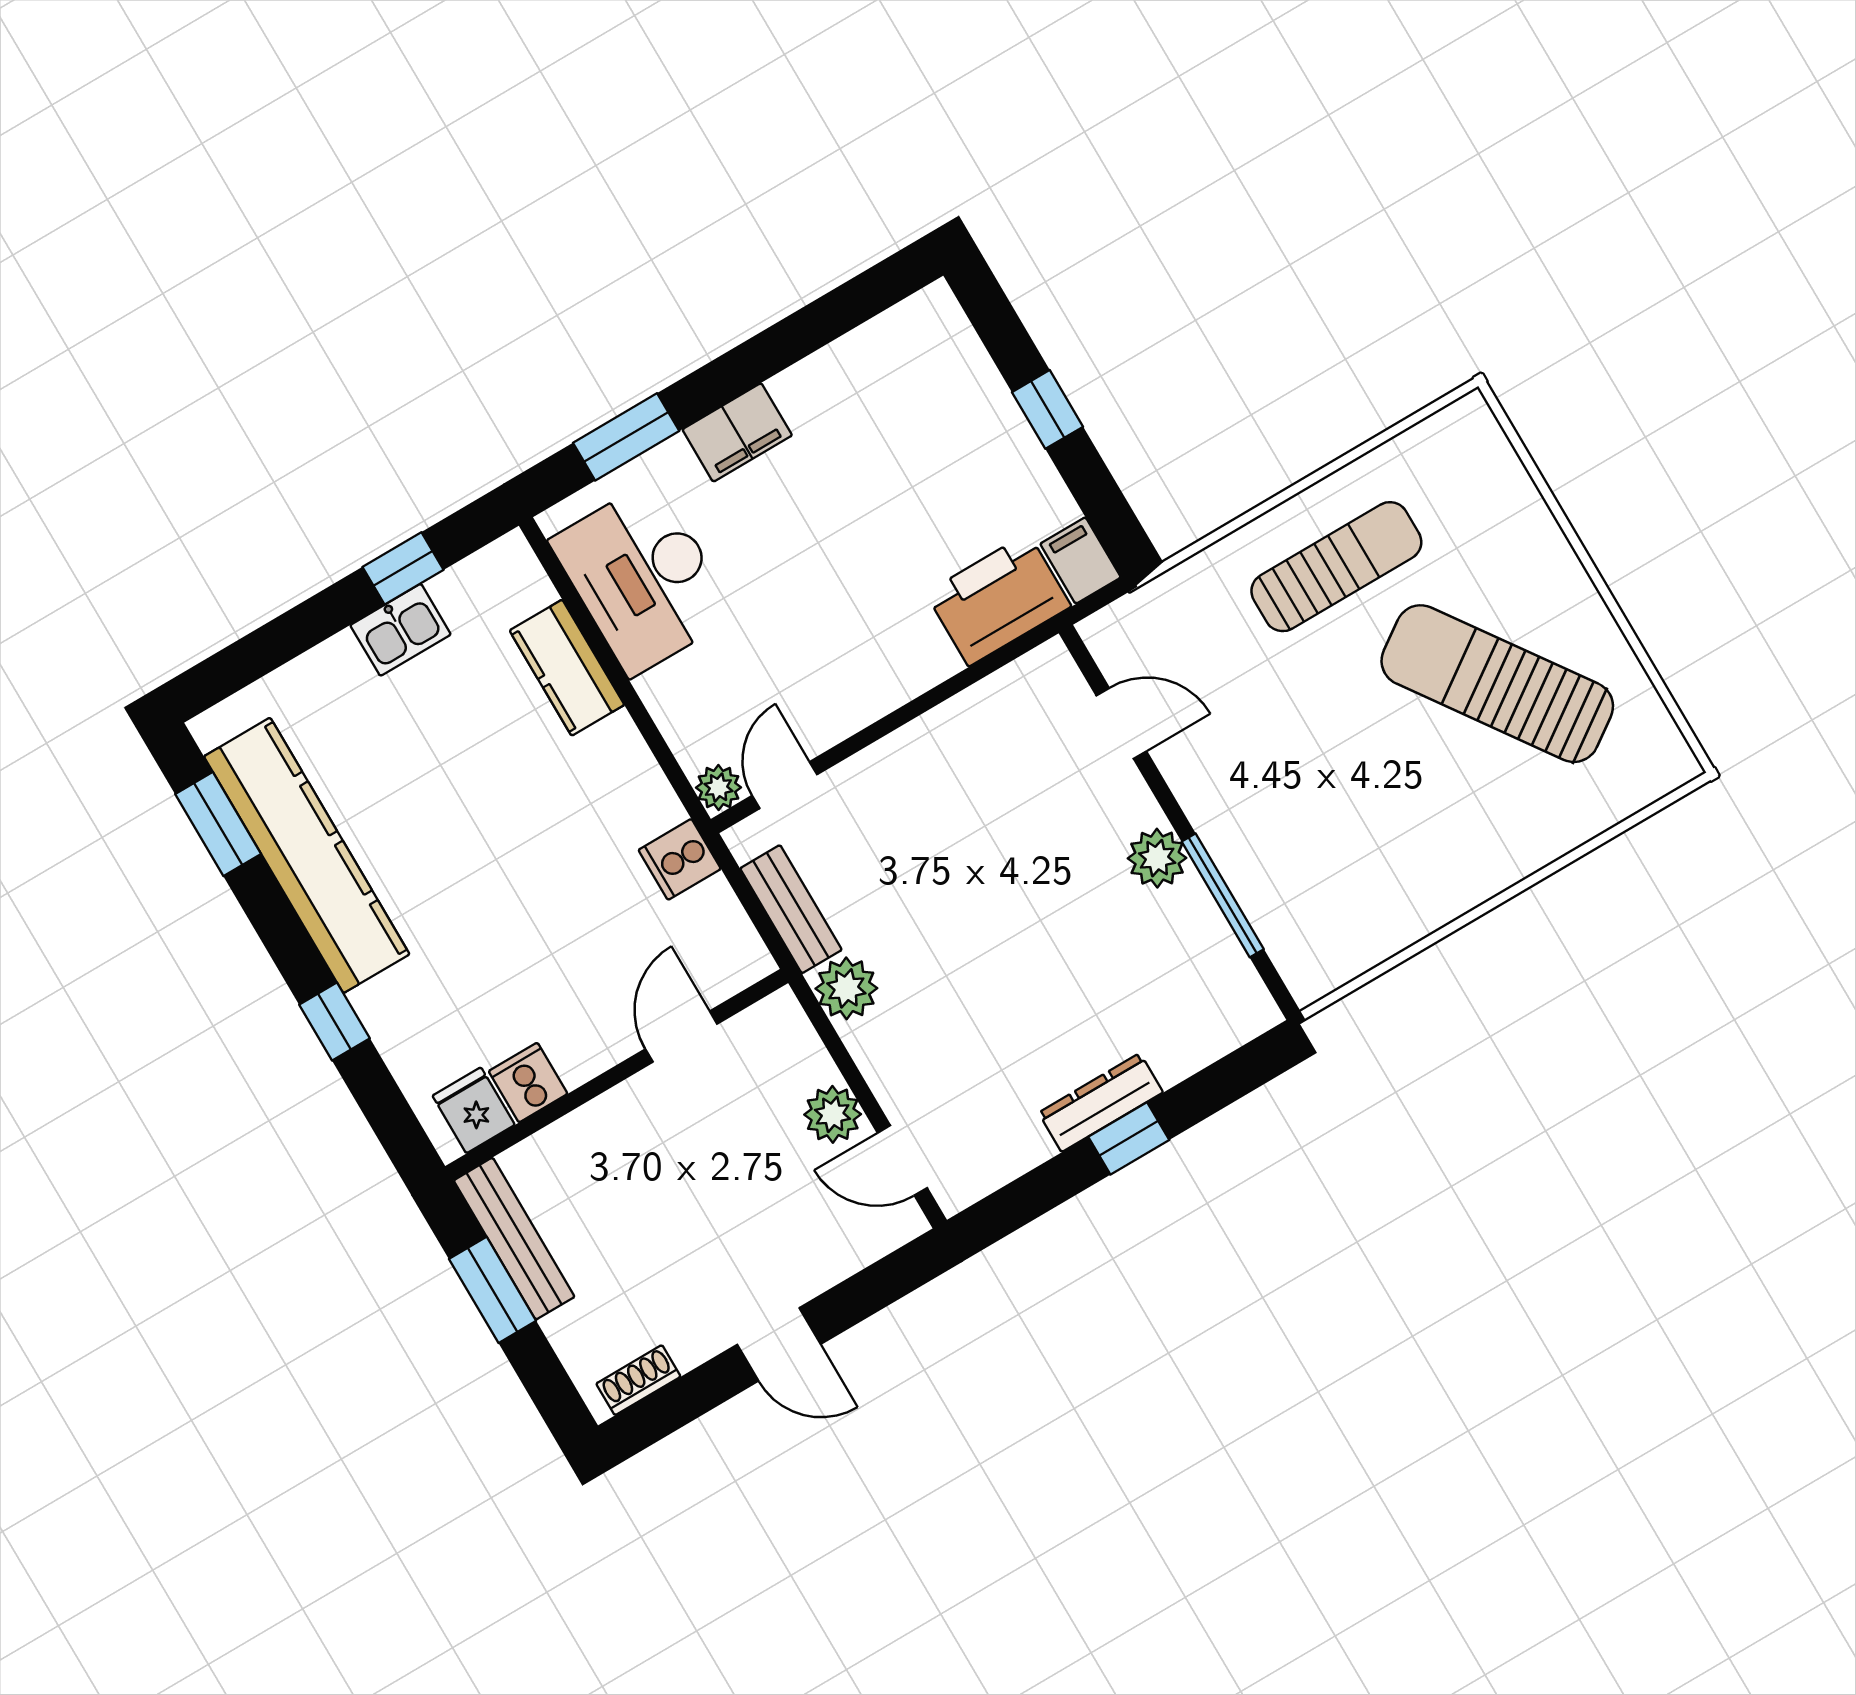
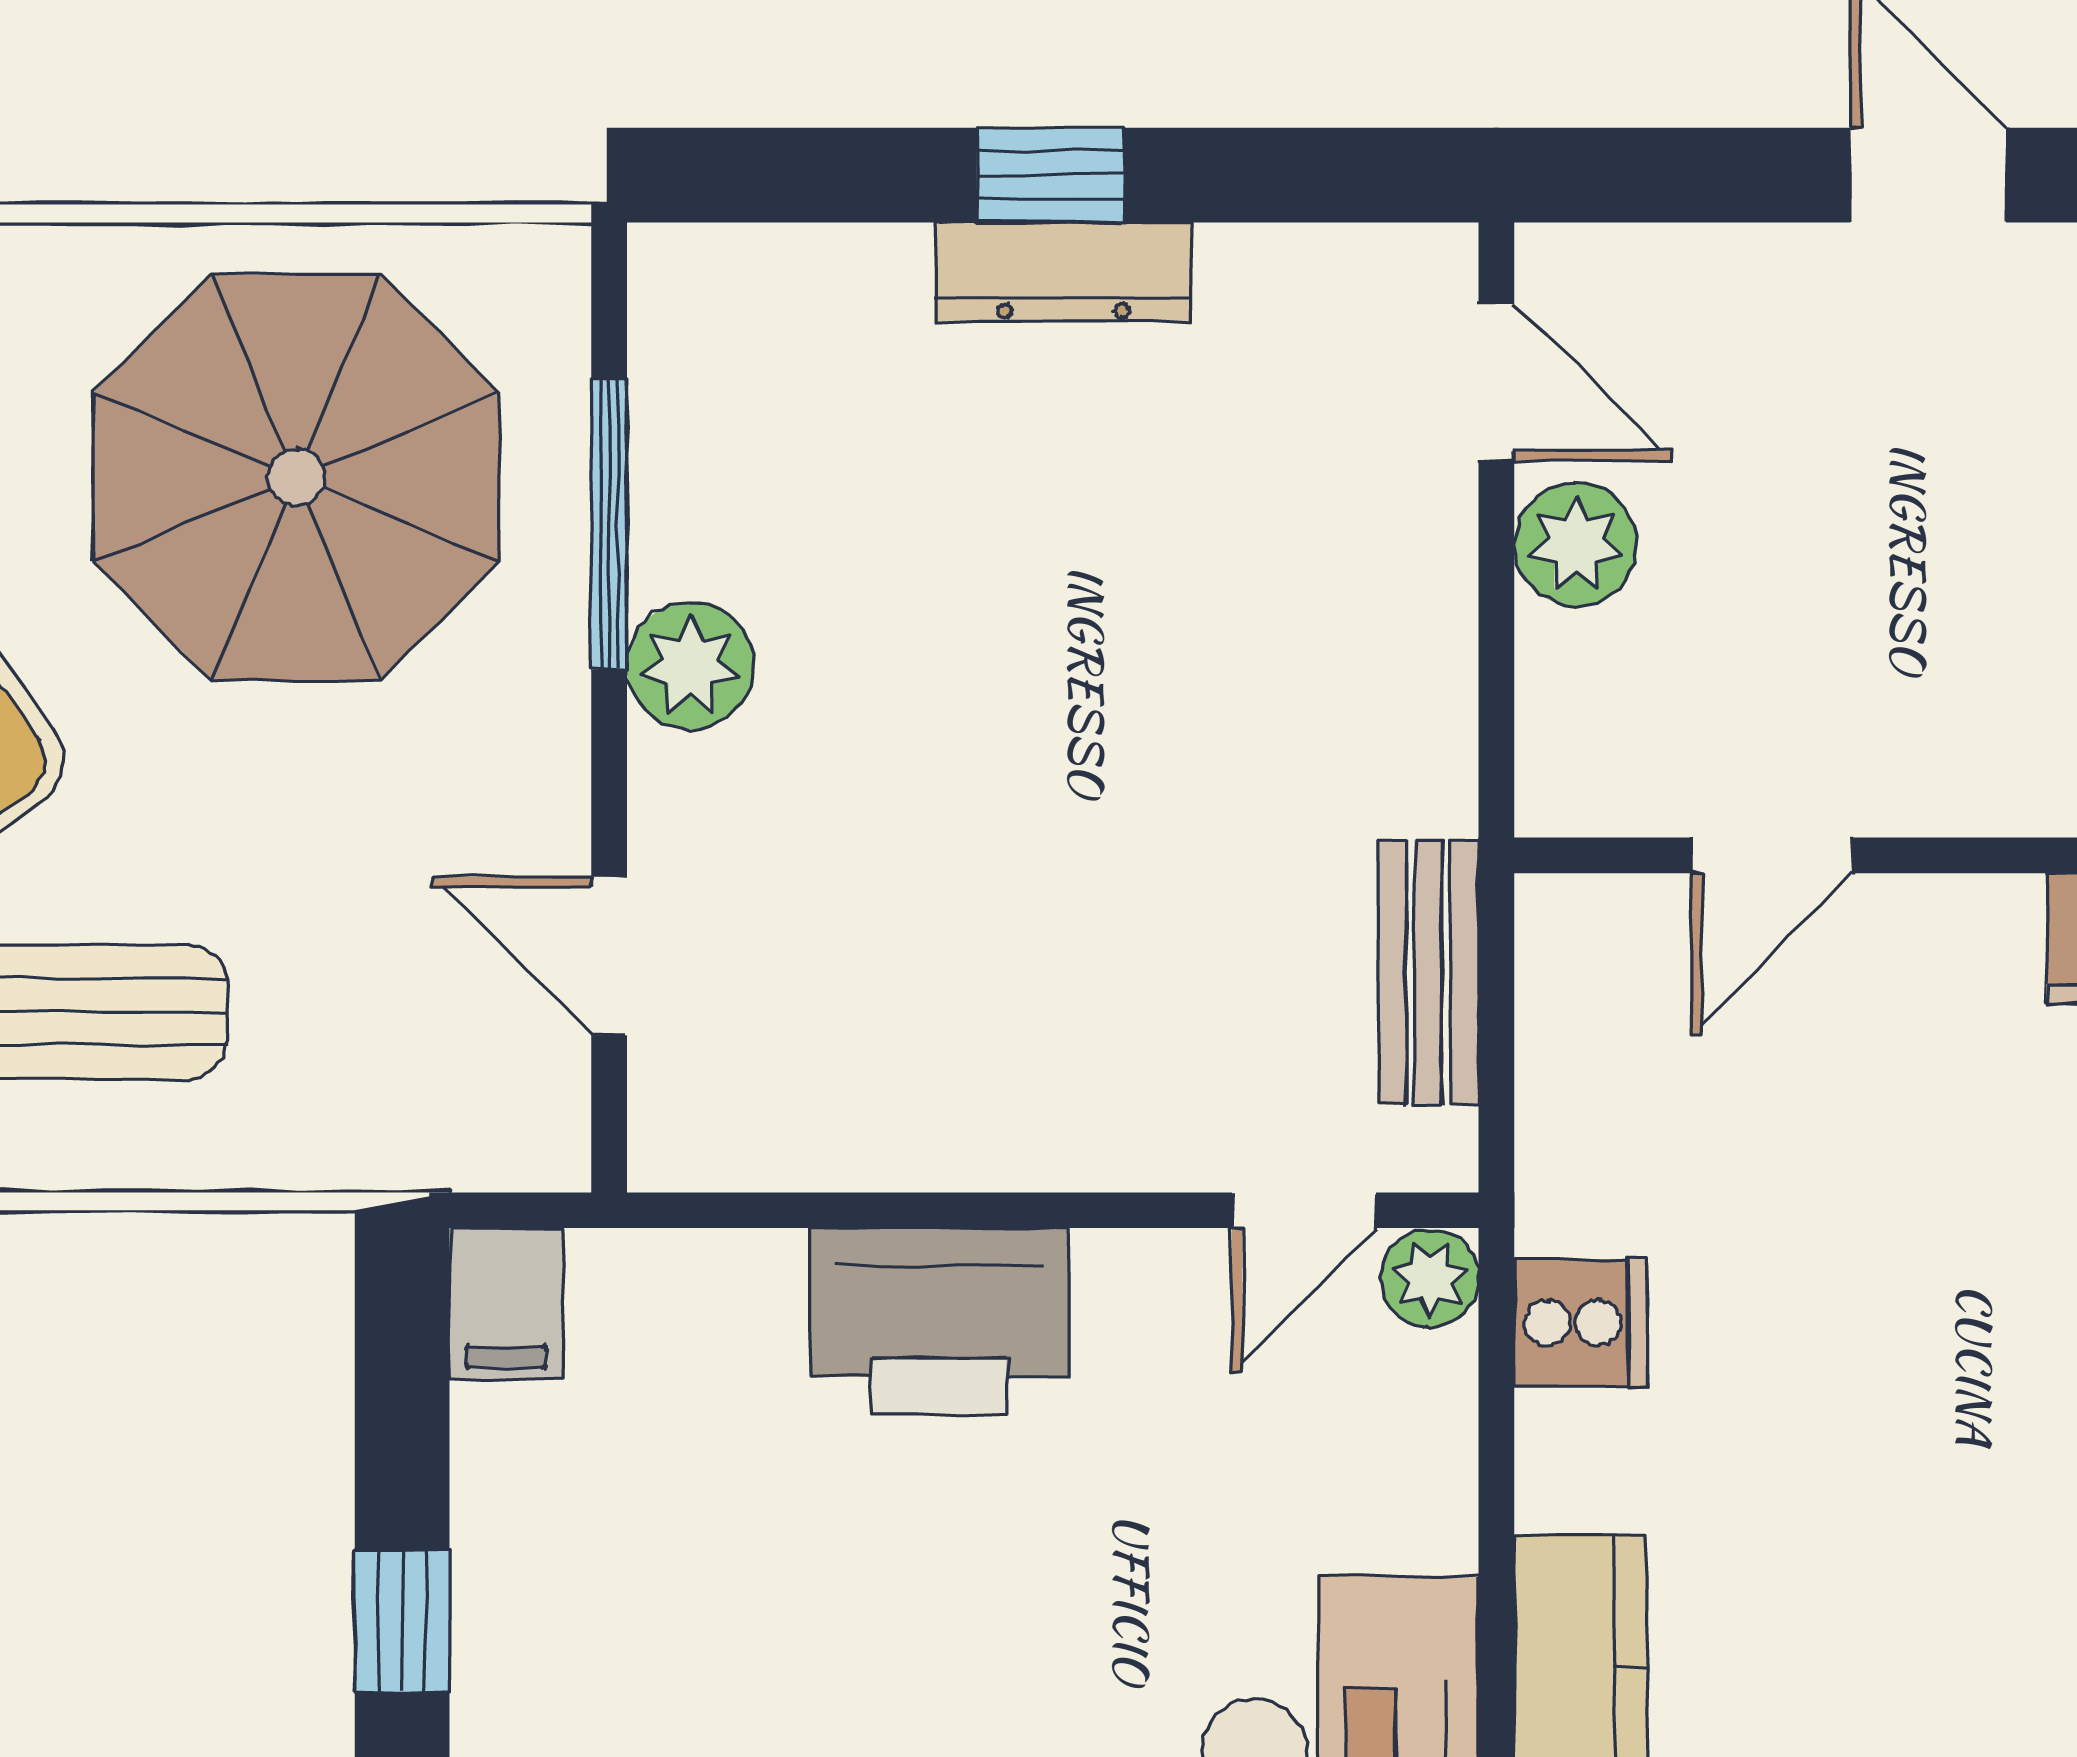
printer: (998, 600) -> (939, 1321), moved
parasol: (1359, 841) -> (296, 477), added
cooker: (680, 859) -> (1581, 1322), moved
plant: (846, 988) -> (1412, 764), removed

